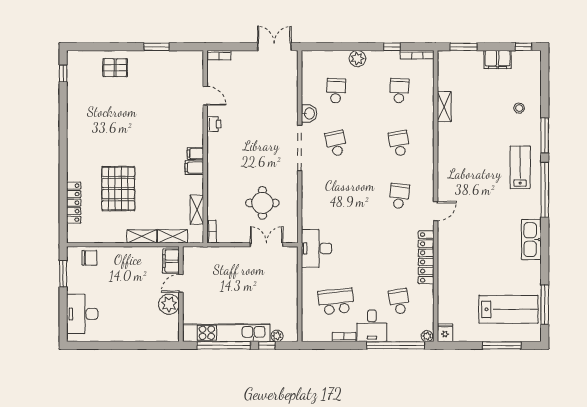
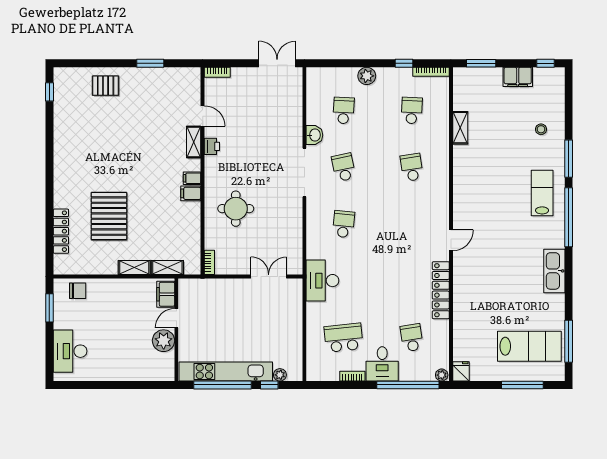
school desk: (399, 196) -> (344, 224), moved
round table: (262, 203) -> (236, 209), moved
shelving: (197, 210) -> (194, 142), moved

